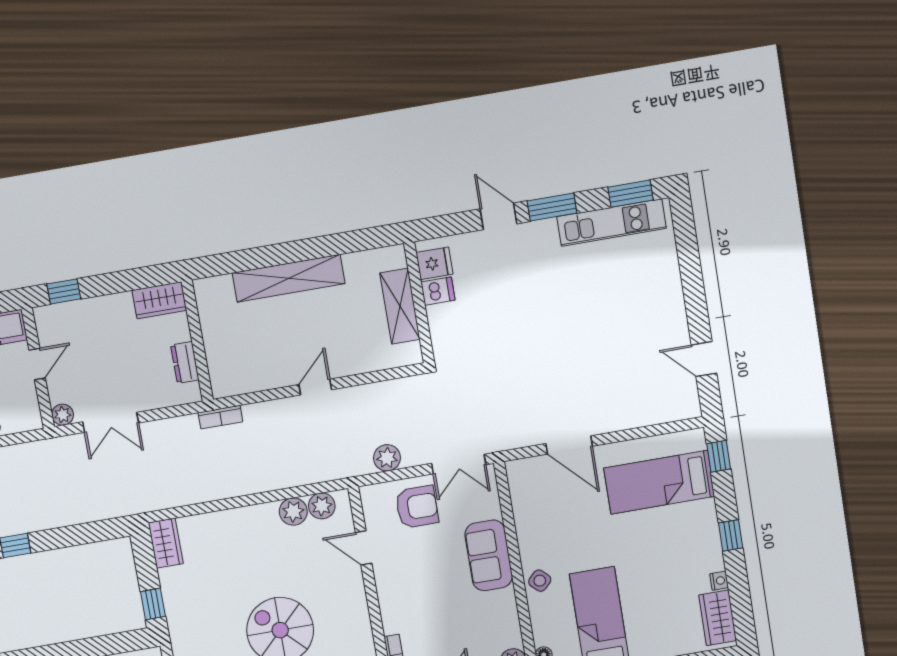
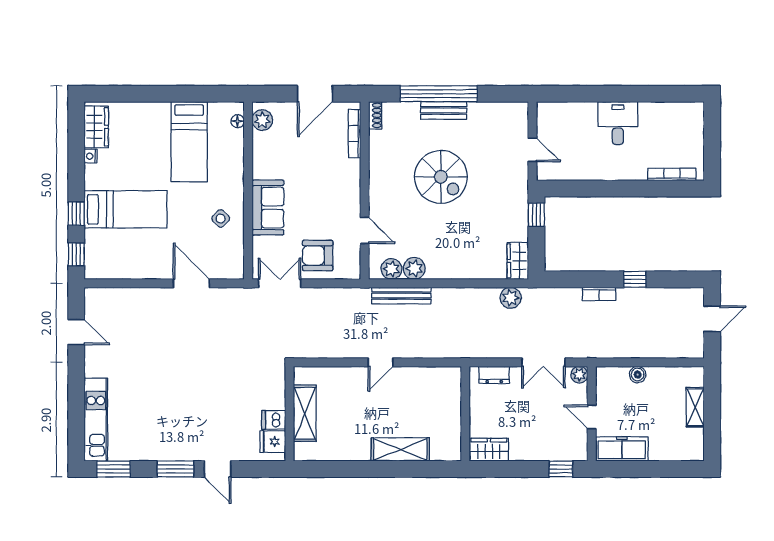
kitchen unit: (612, 223) -> (96, 420), moved, turned 90
shelving: (289, 278) -> (400, 449), width x0.68
dresser: (185, 362) -> (494, 375), moved, turned 90
door: (37, 364) -> (592, 417), hinge flipped
bookcase: (220, 417) -> (599, 294), moved, turned 180
double door: (111, 422) -> (543, 362), swing flipped
plant: (387, 458) -> (511, 298), moved
bench: (304, 475) -> (401, 296), added
bed: (659, 482) -> (126, 209), moved
window: (731, 535) -> (76, 214), moved
side table: (540, 581) -> (221, 219), moved

